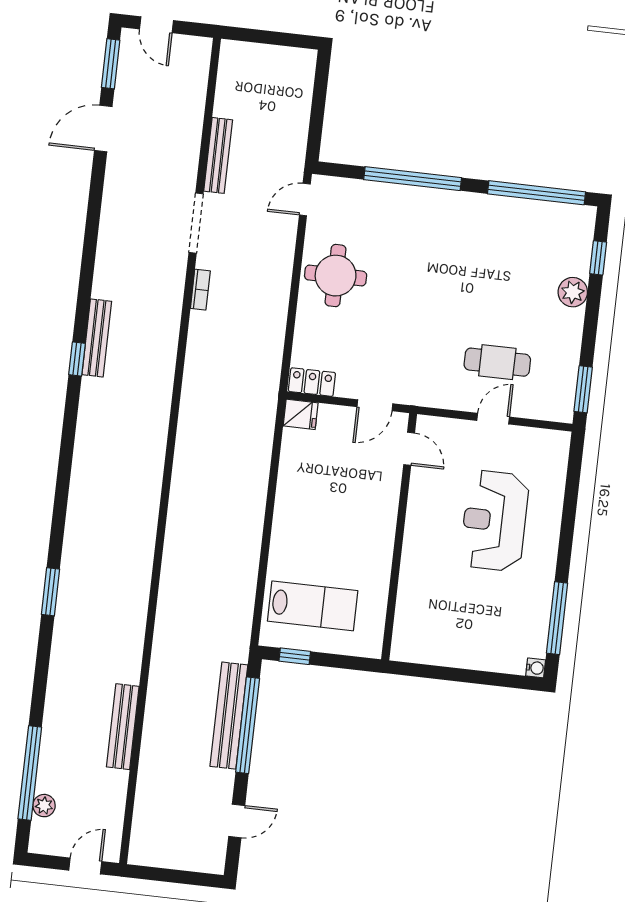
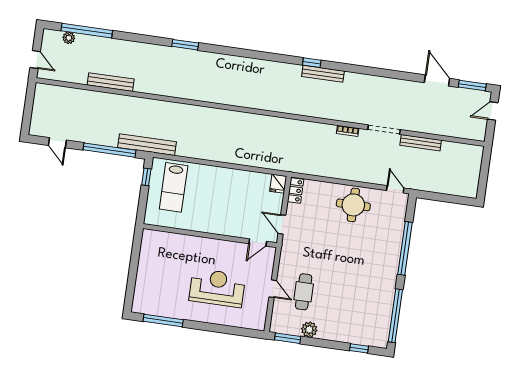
plant: (573, 292) -> (309, 330), moved
water cooler: (536, 668) -> (136, 308), removed
bench: (229, 716) -> (147, 145), moved

